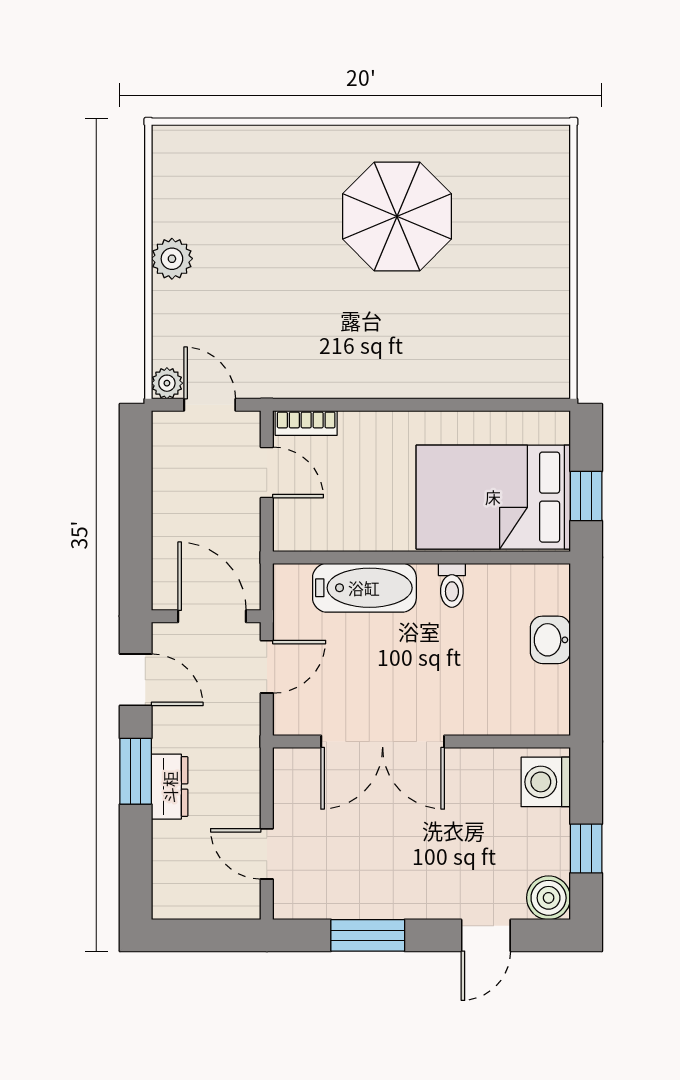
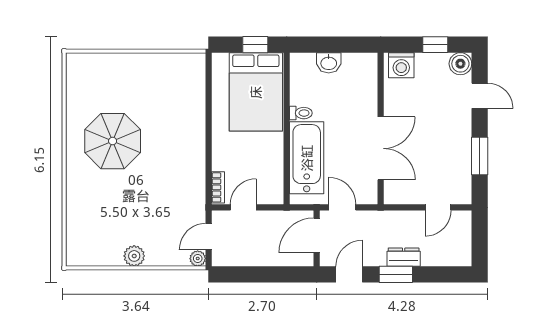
bathtub: (364, 588) -> (307, 158), width x1.36, depth x1.36

